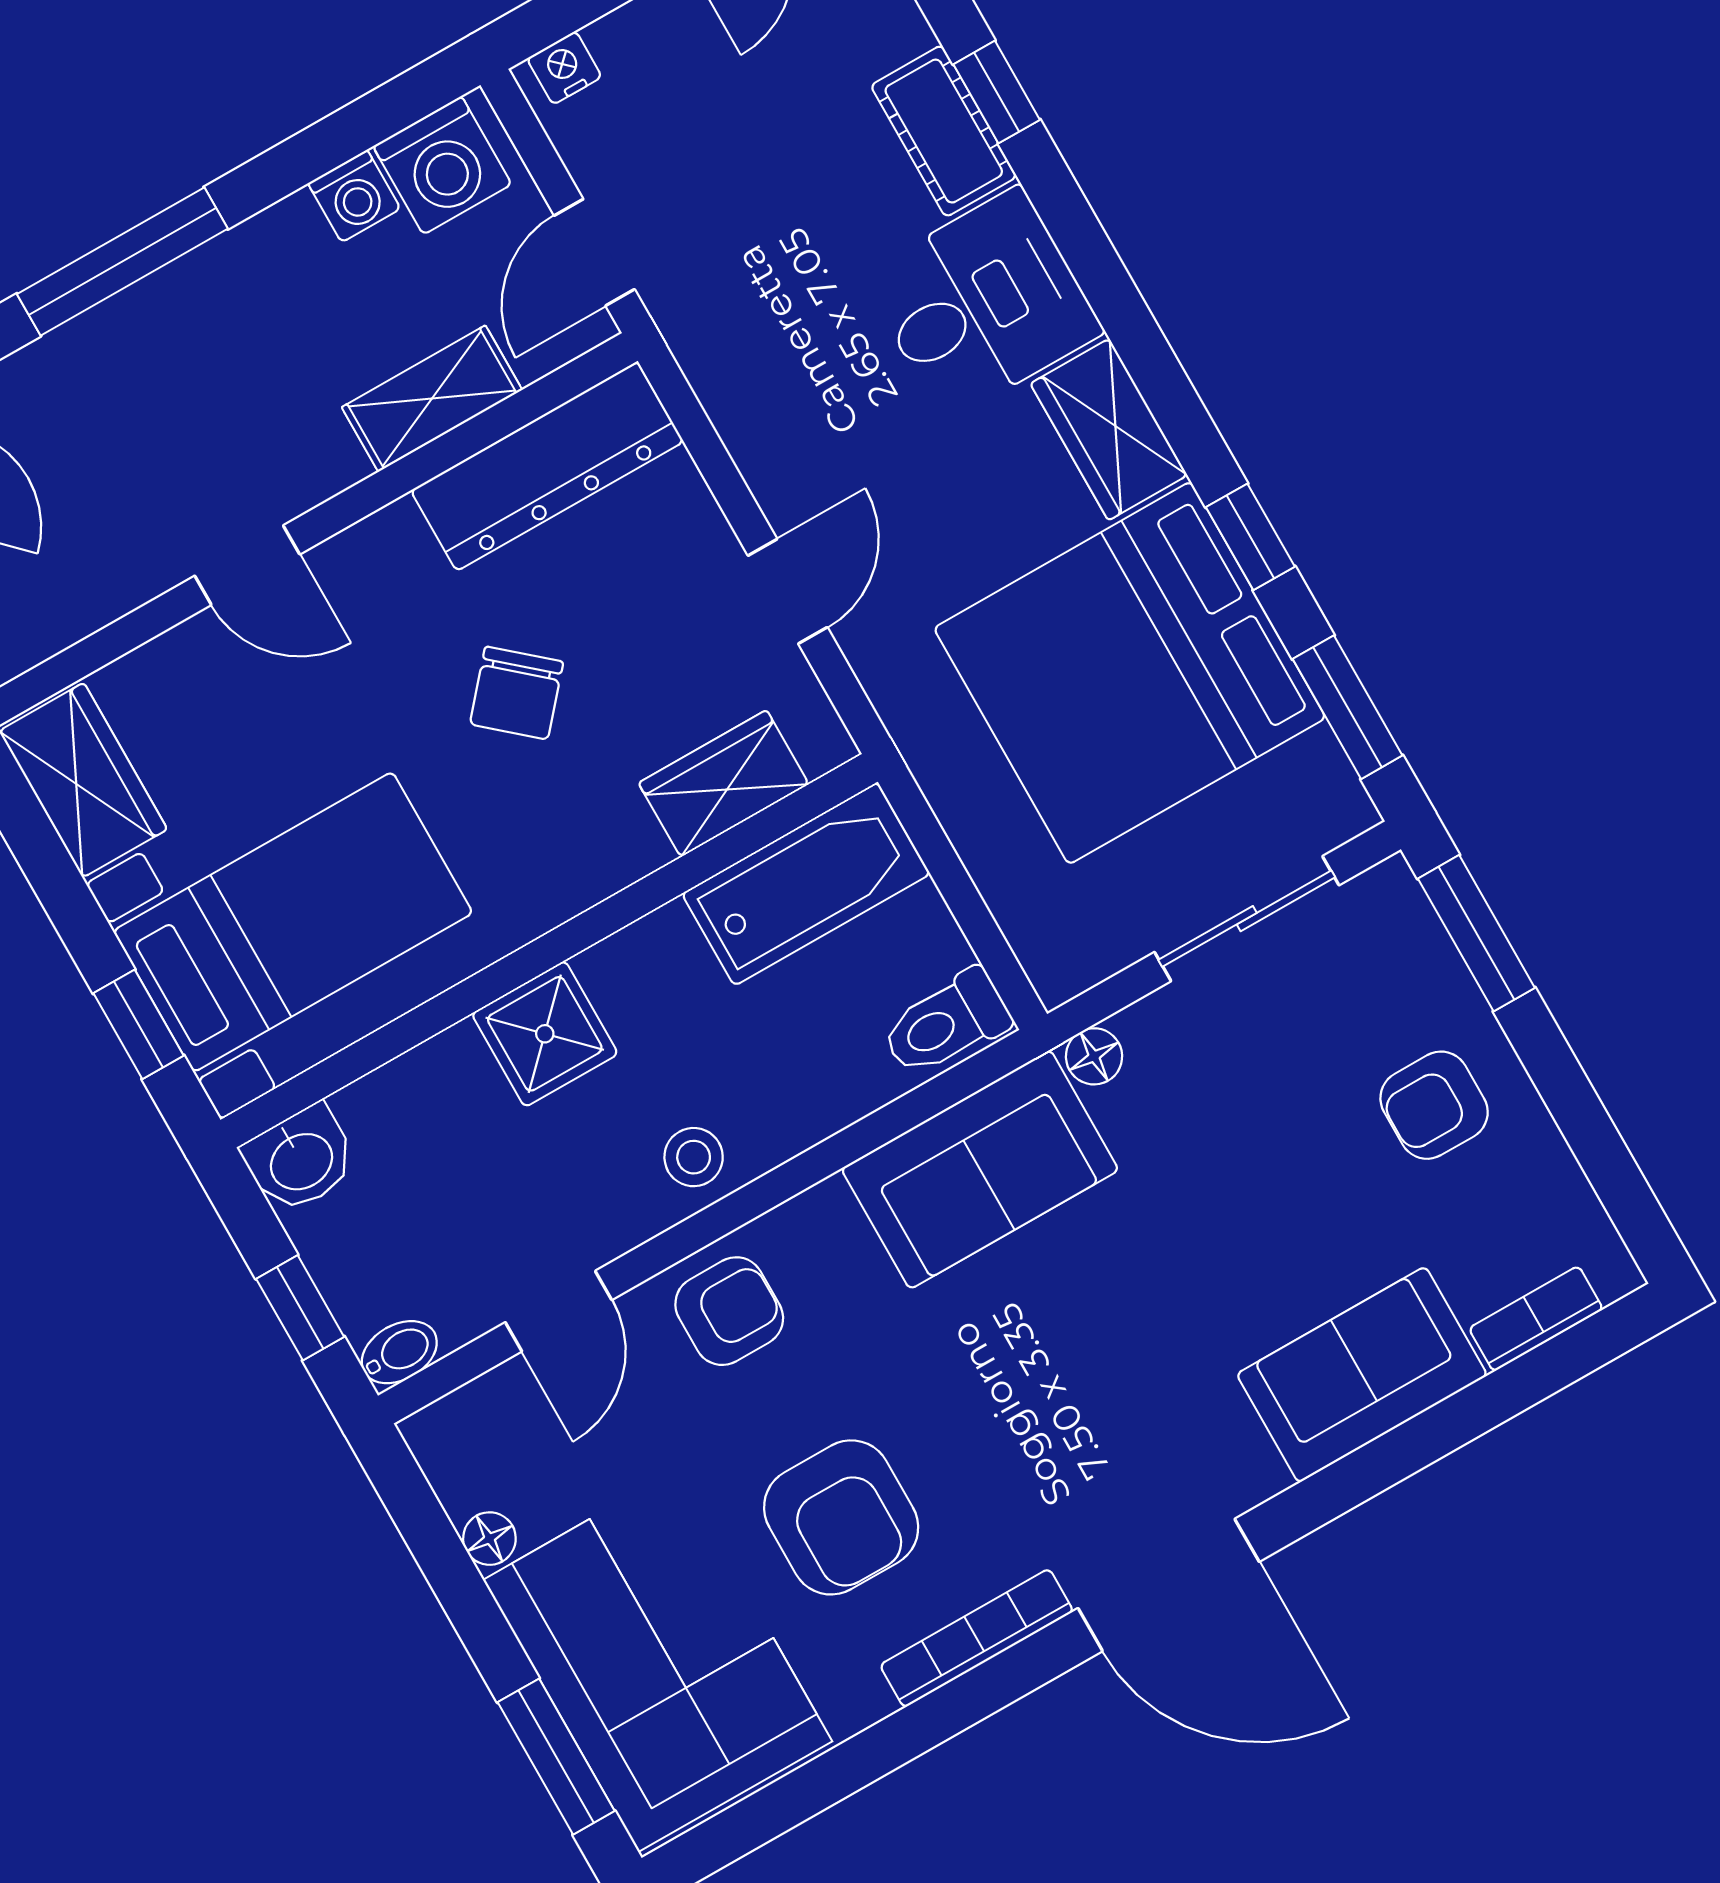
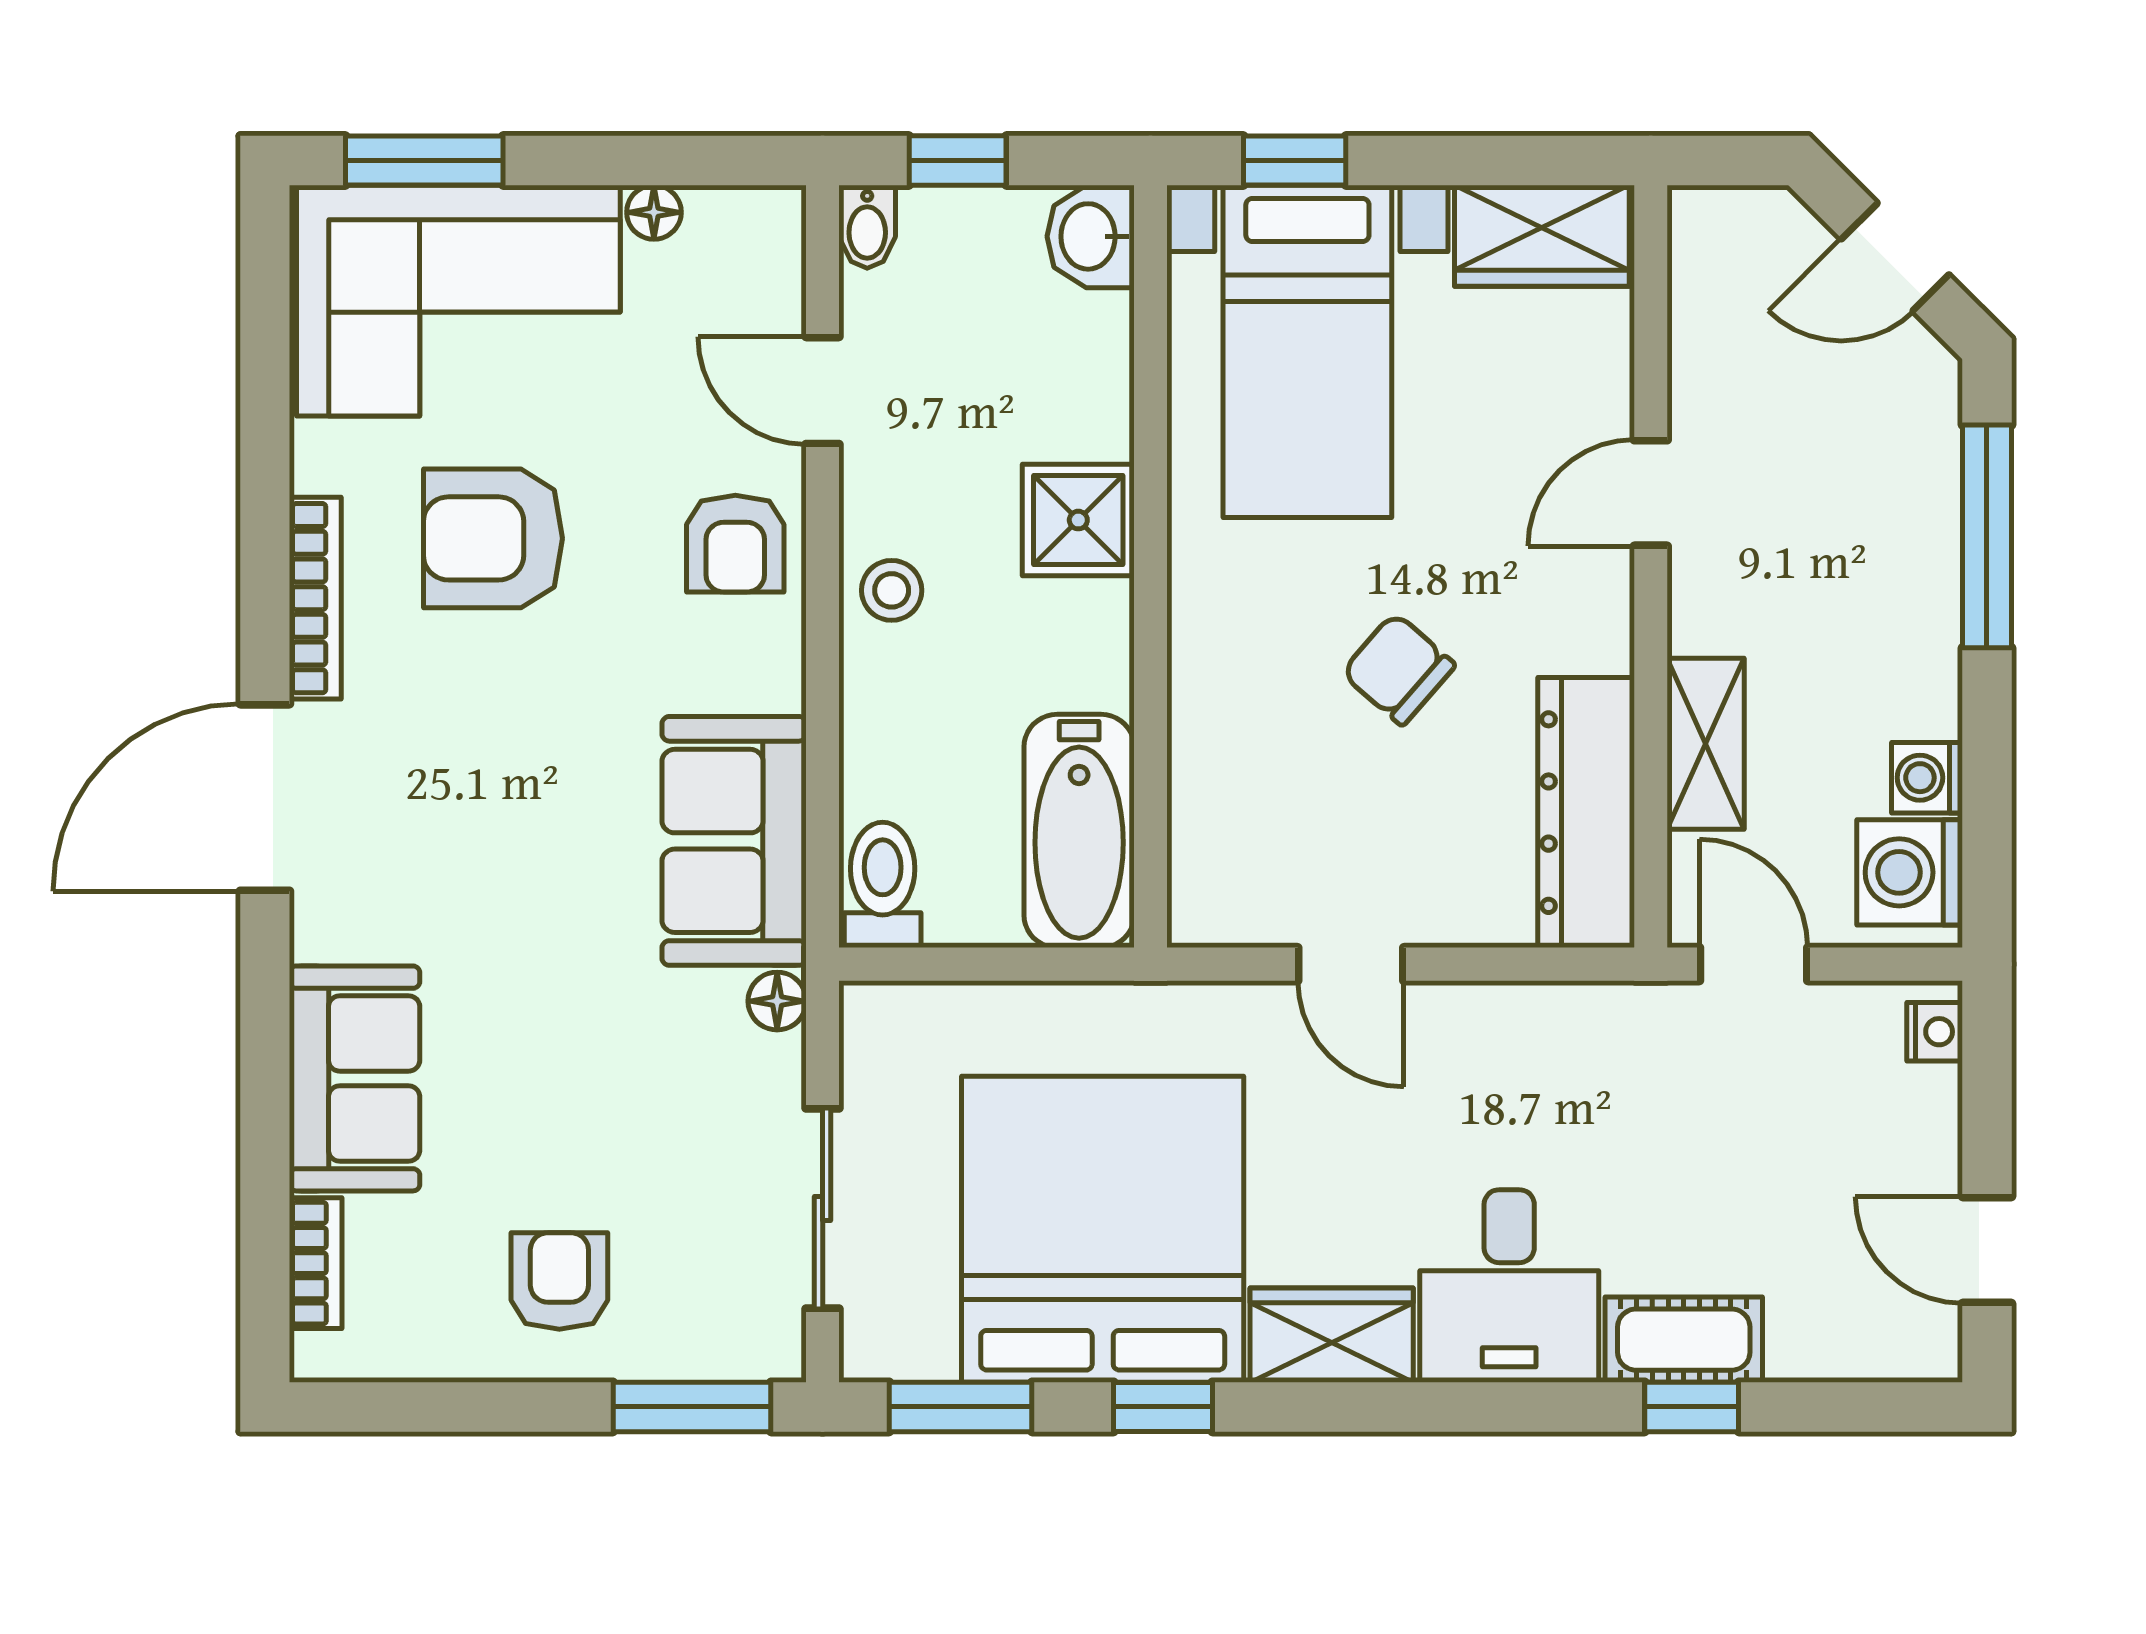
wardrobe: (724, 784) -> (1211, 808), removed

